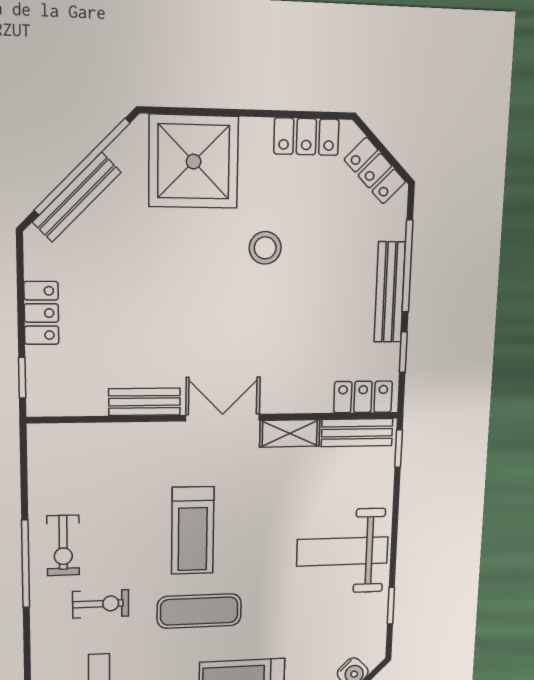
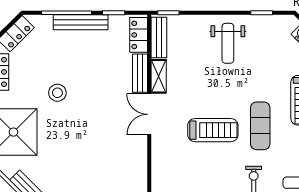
bench: (144, 402) -> (140, 73), moved
weight bench: (342, 551) -> (228, 43), width x0.73, depth x0.75

